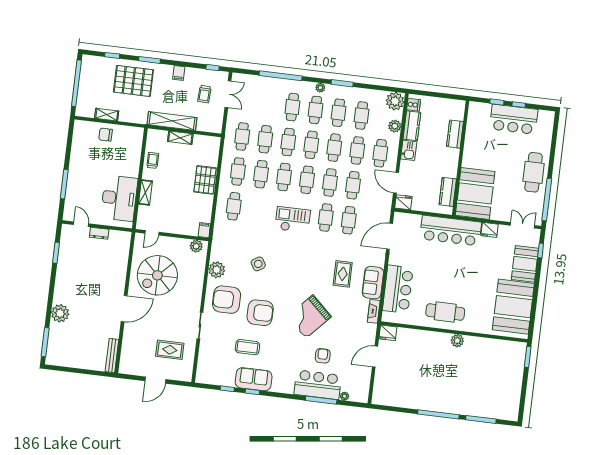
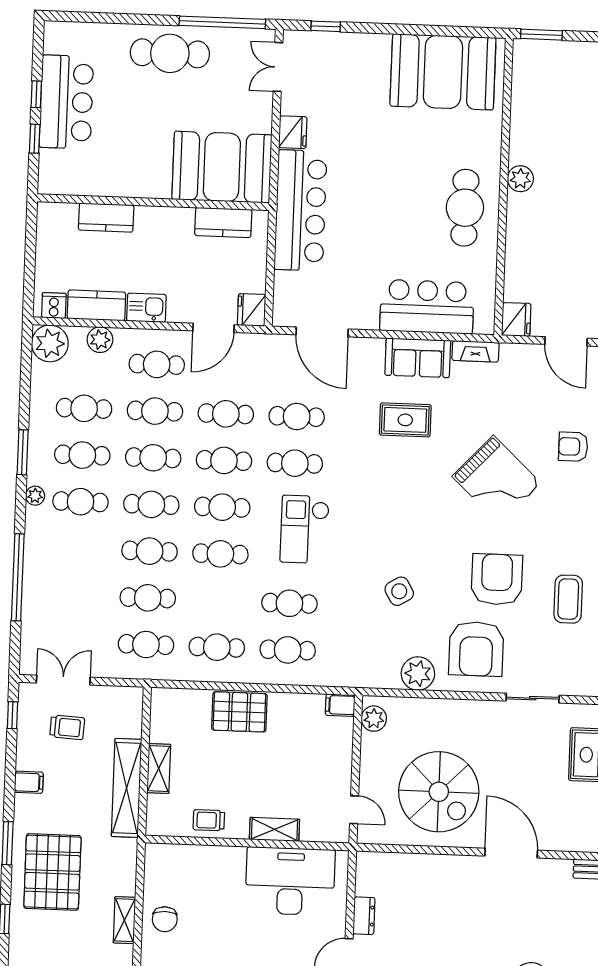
cafe table: (292, 107) -> (79, 548), removed
cafe table: (261, 174) -> (289, 603), moved
booth: (525, 264) -> (355, 56), removed

